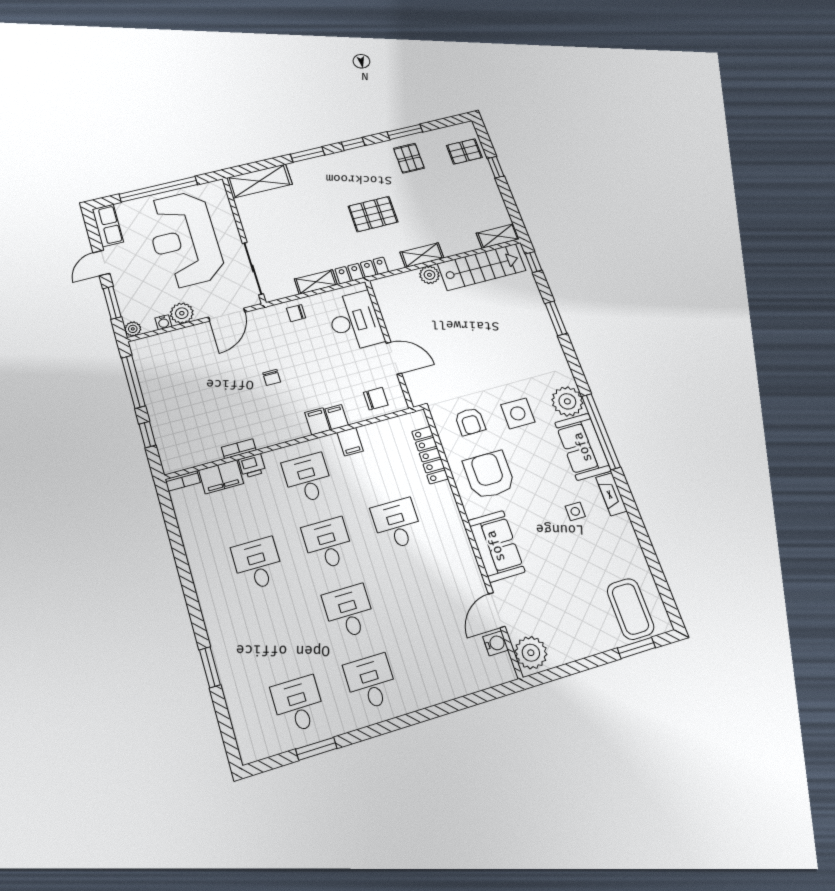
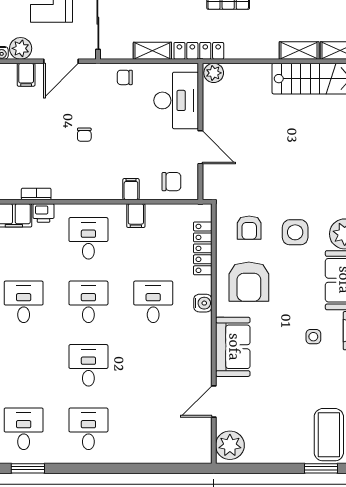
shelving: (422, 255) -> (299, 50), moved
plant: (429, 275) -> (214, 73), moved
filing cabinet: (317, 421) -> (26, 75), moved, turned 180
armchair: (489, 475) -> (249, 282), turned 180
water cooler: (496, 643) -> (203, 303), moved

